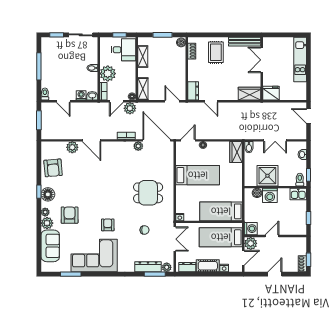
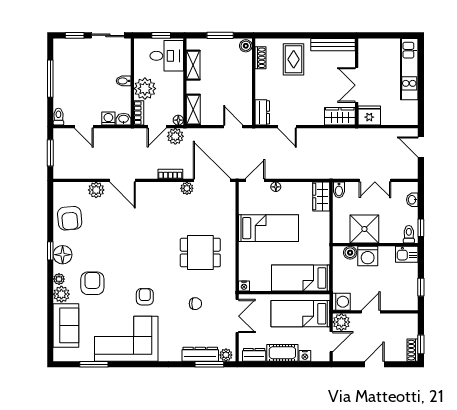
double door: (262, 60) -> (357, 85), moved

